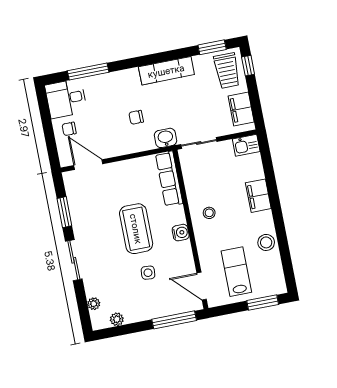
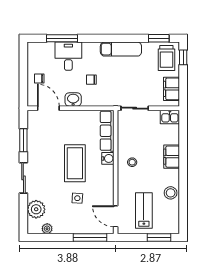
desk: (66, 98) -> (68, 56), moved, turned 90
washbasin: (166, 138) -> (73, 100), moved
water cooler: (181, 233) -> (108, 158), moved
plant: (94, 304) -> (36, 209), width x1.87, depth x1.87

